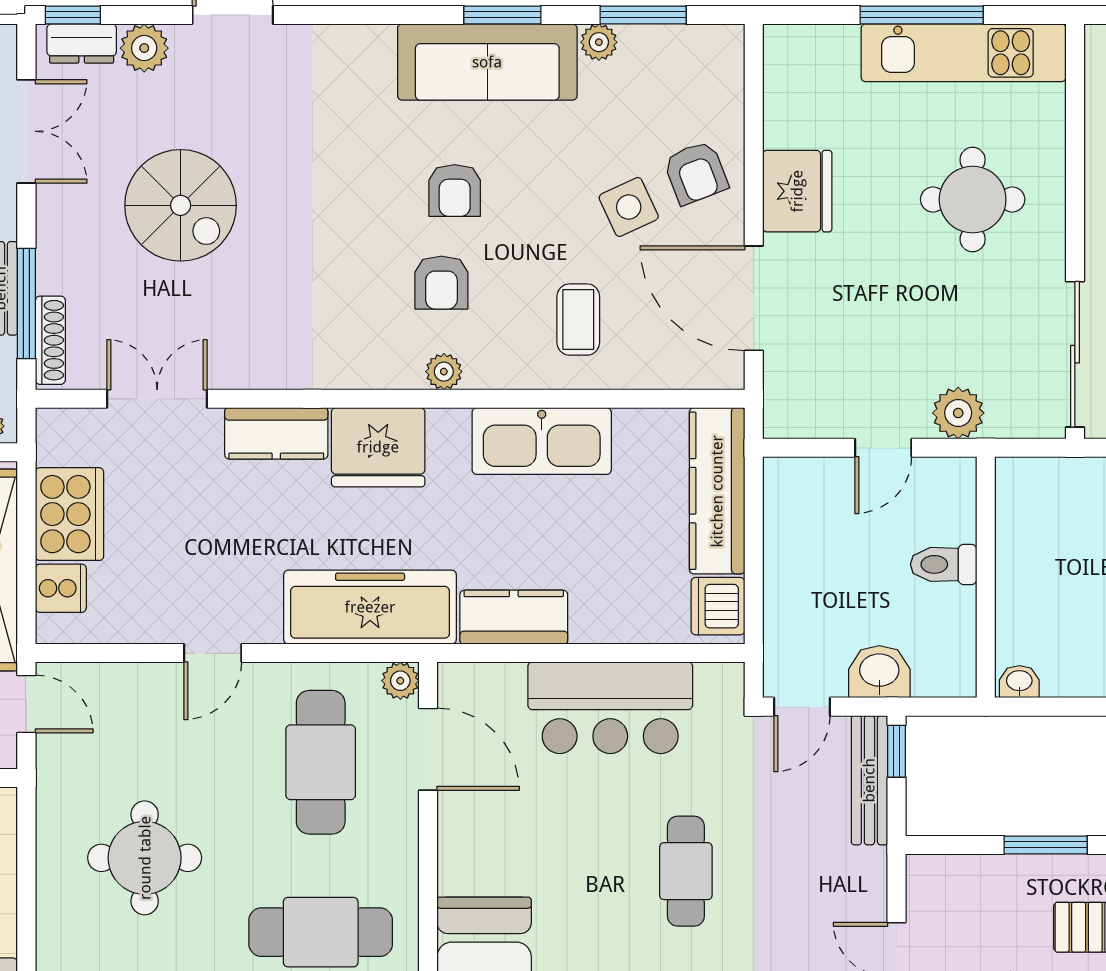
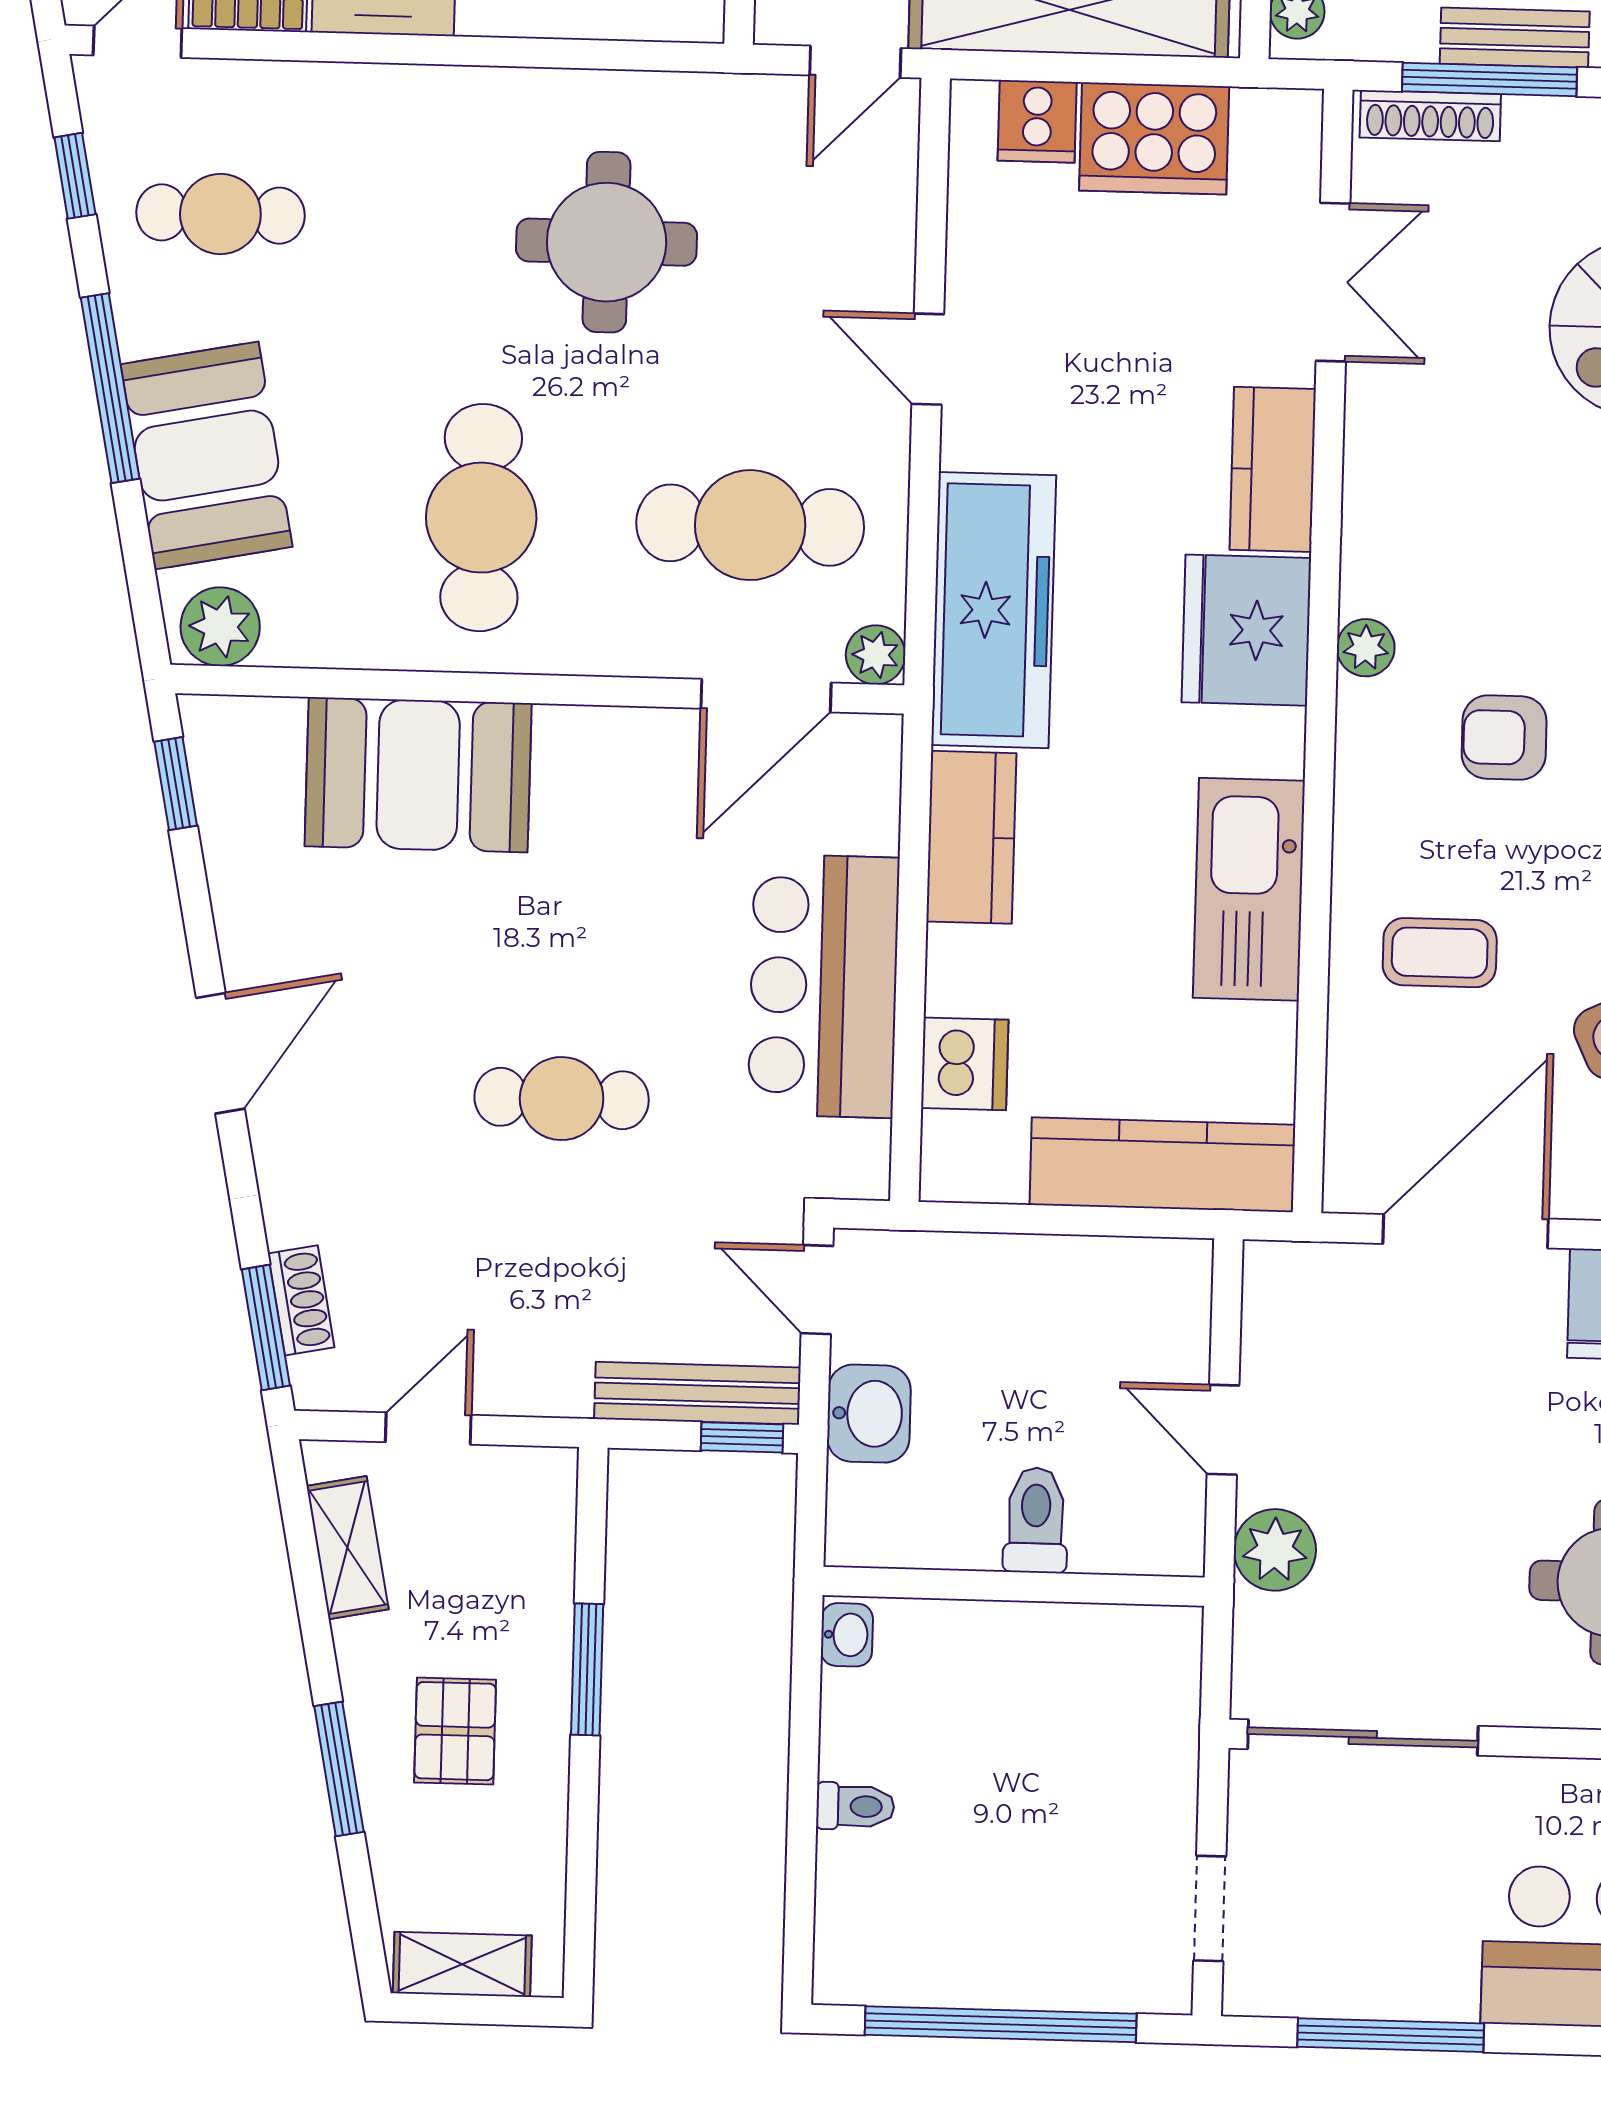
plant: (444, 372) -> (1366, 648), moved
dishwasher: (718, 606) -> (965, 1064), moved, turned 90

